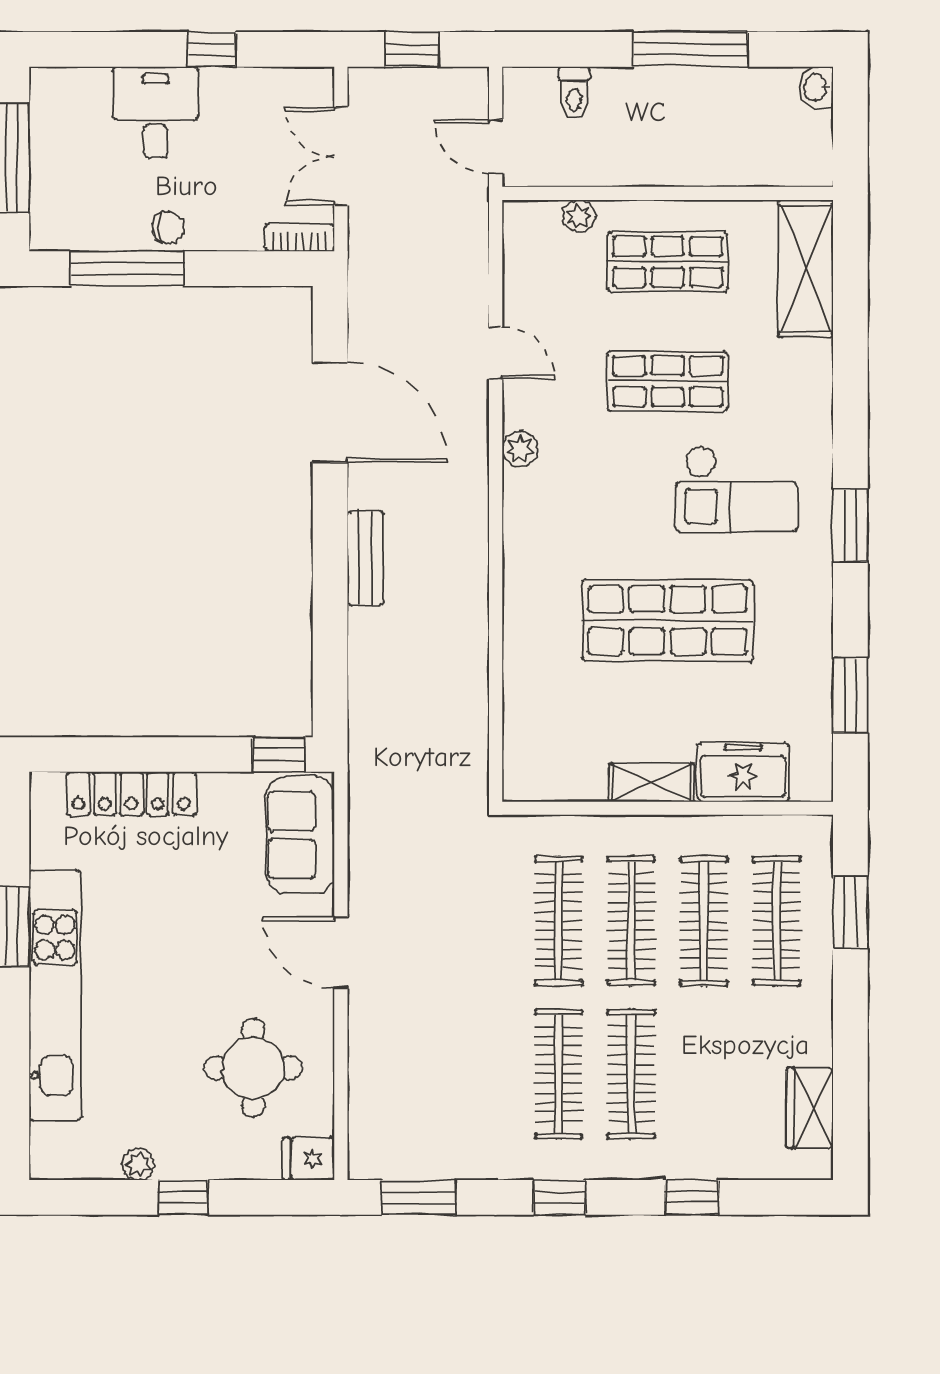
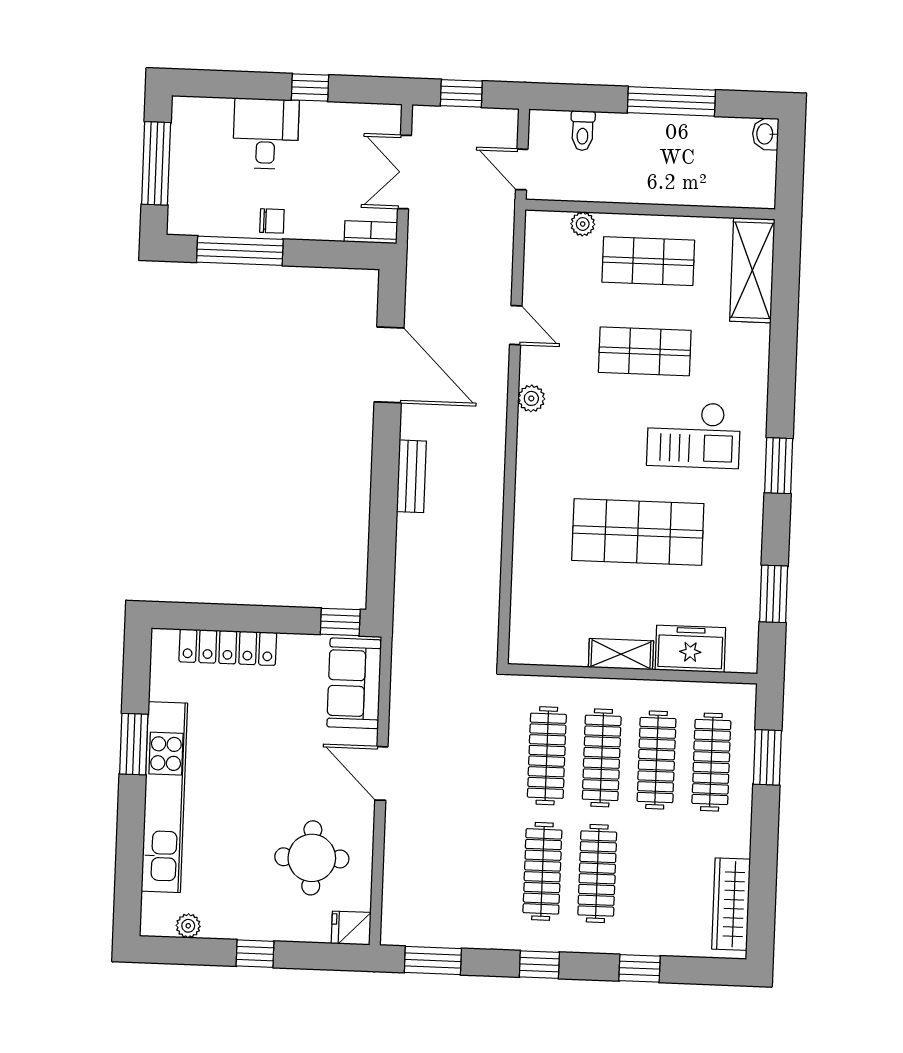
wardrobe: (810, 1108) -> (731, 904), width x1.50
plant: (138, 1164) -> (188, 926), moved

